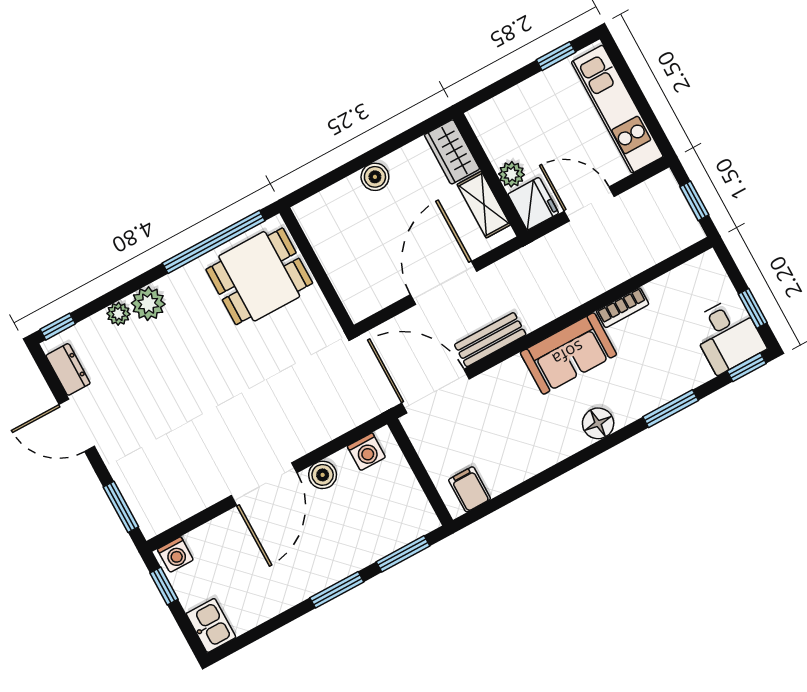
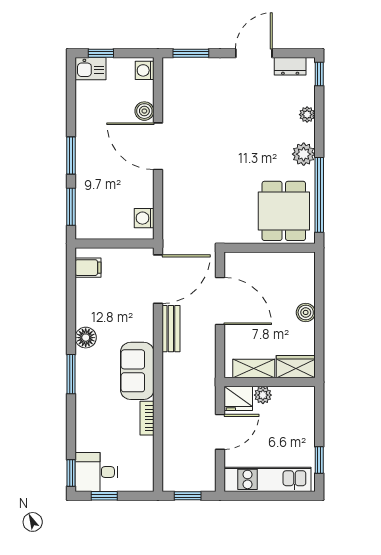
door: (444, 283) -> (220, 301), moved
plant: (148, 304) -> (304, 154), moved
window: (671, 409) -> (71, 374), moved
floor lamp: (598, 423) -> (86, 338), moved
boiler: (323, 475) -> (144, 111), moved
window: (164, 586) -> (101, 53), moved

